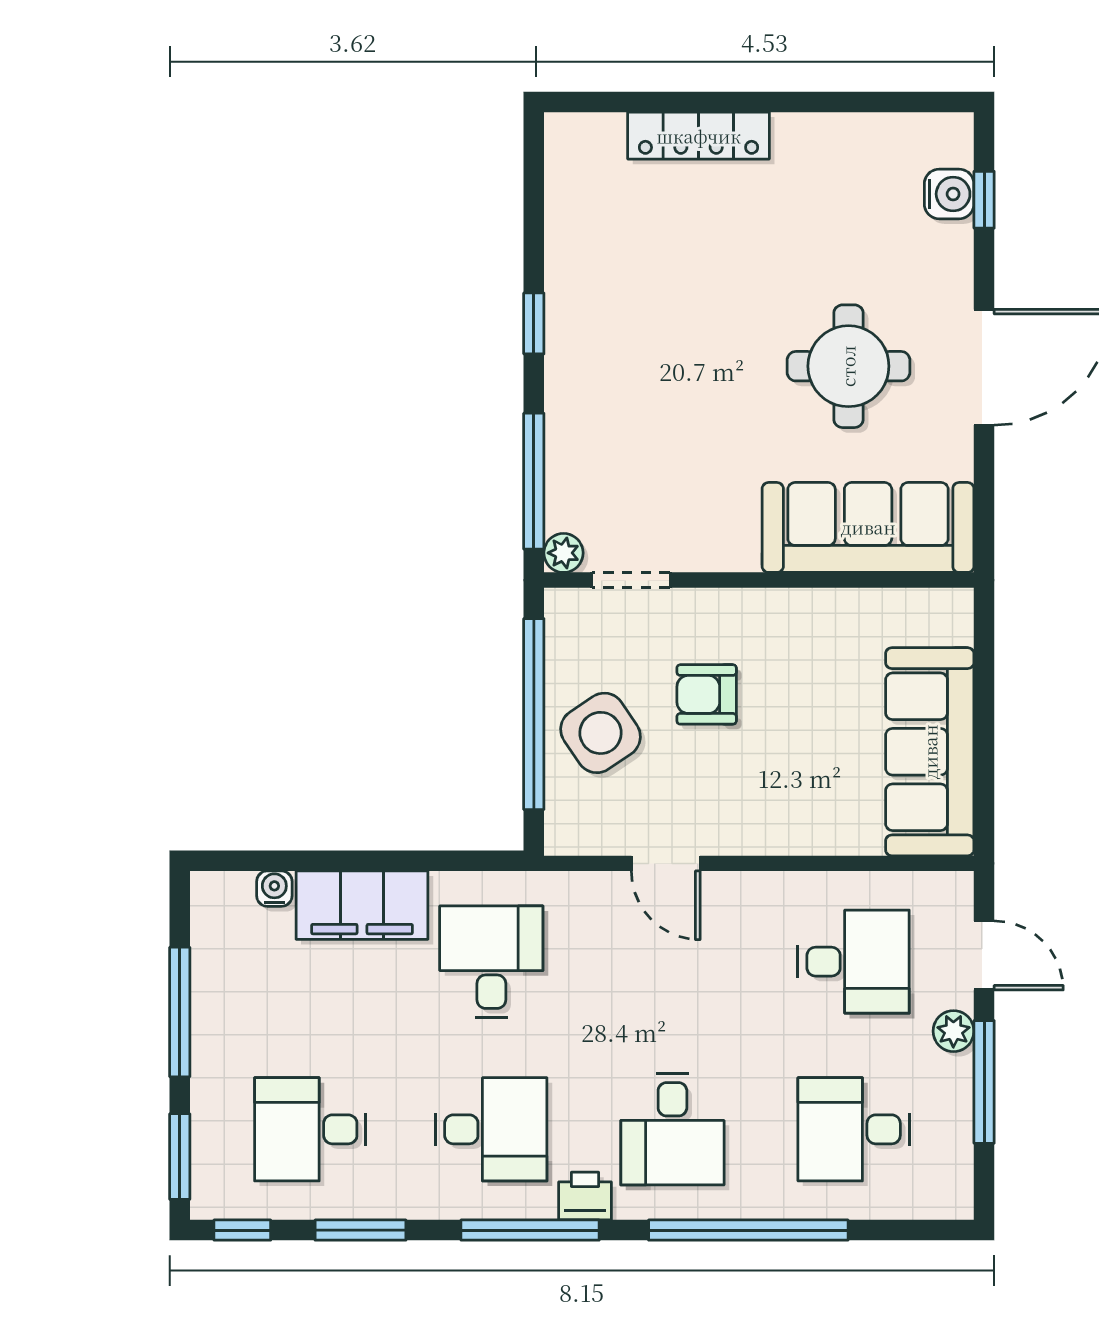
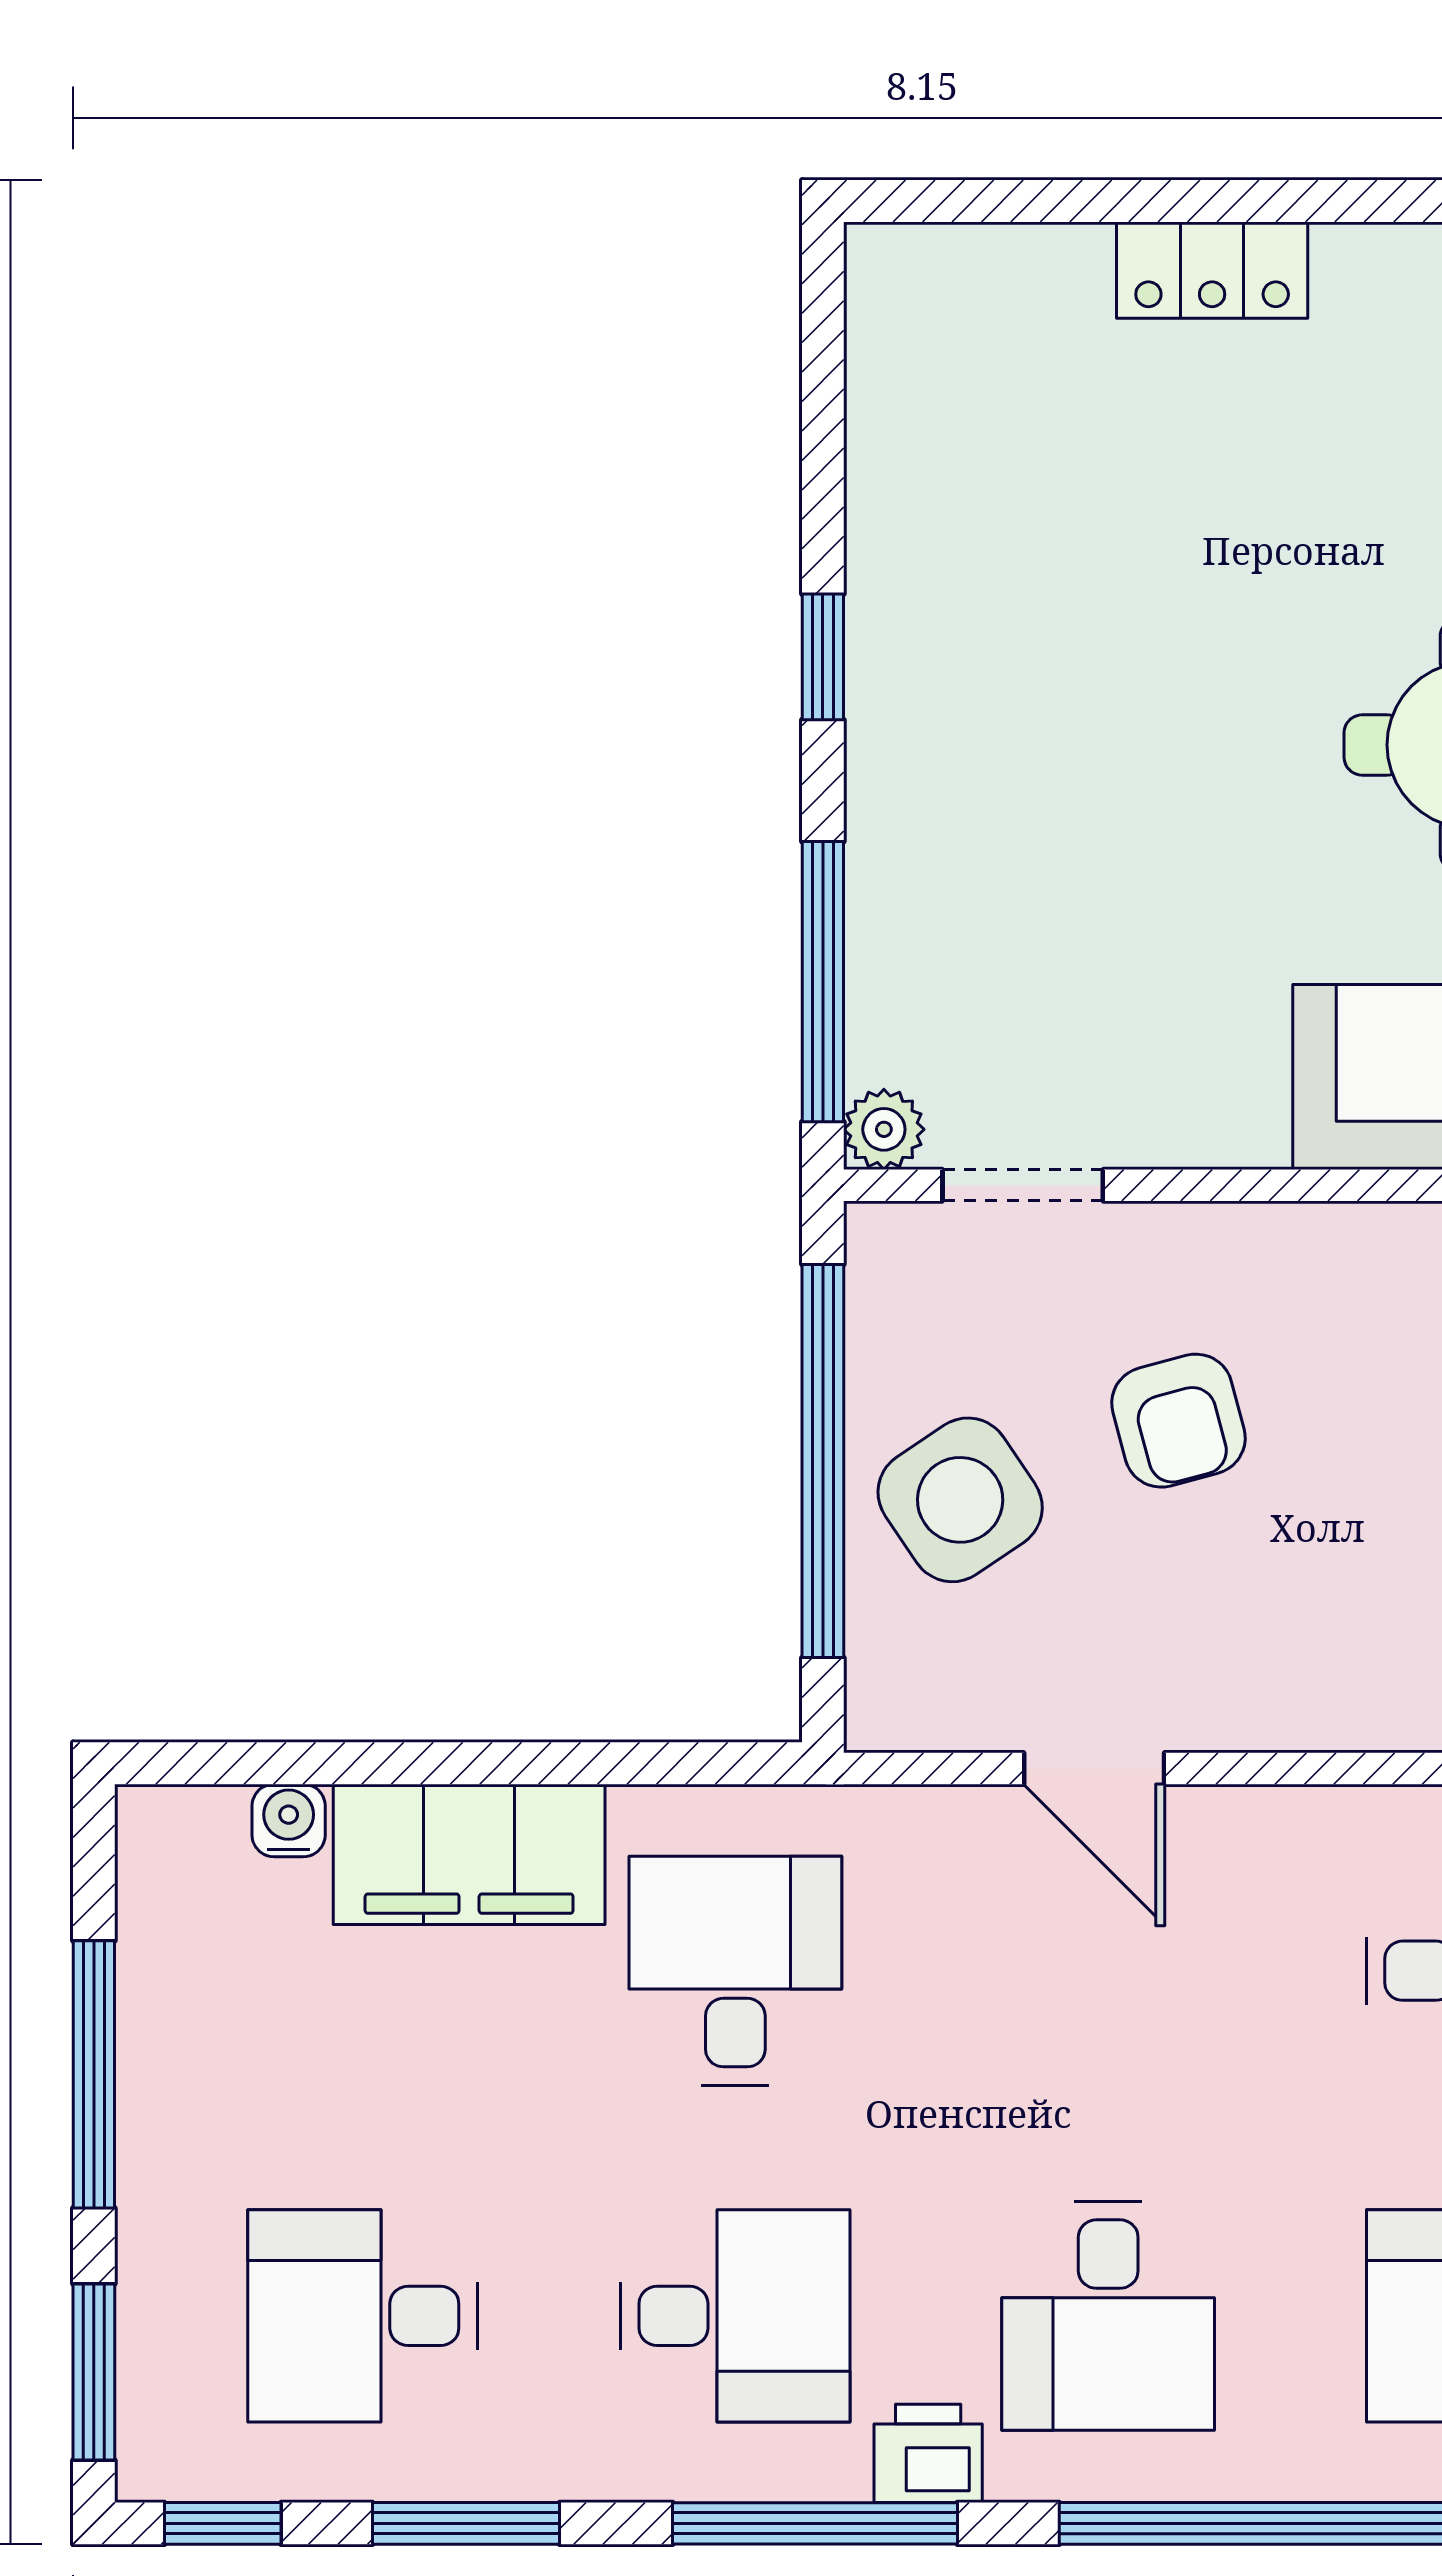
locker: (699, 136) -> (1212, 270), width x0.66
armchair: (707, 694) -> (1178, 1421), turned -105

